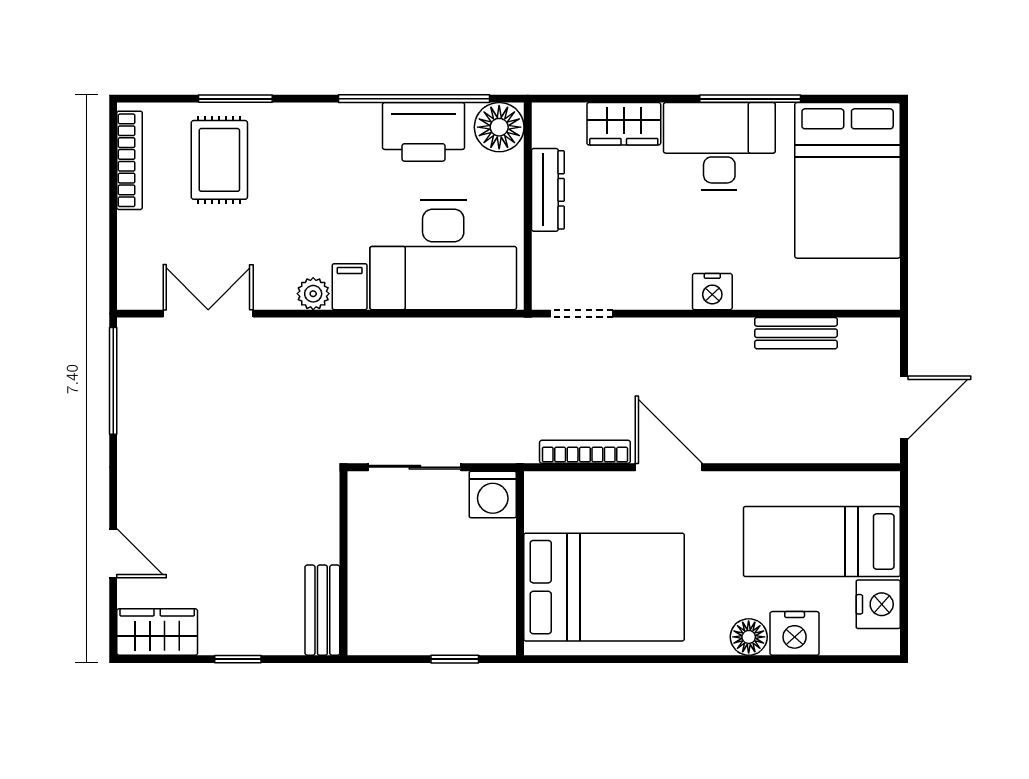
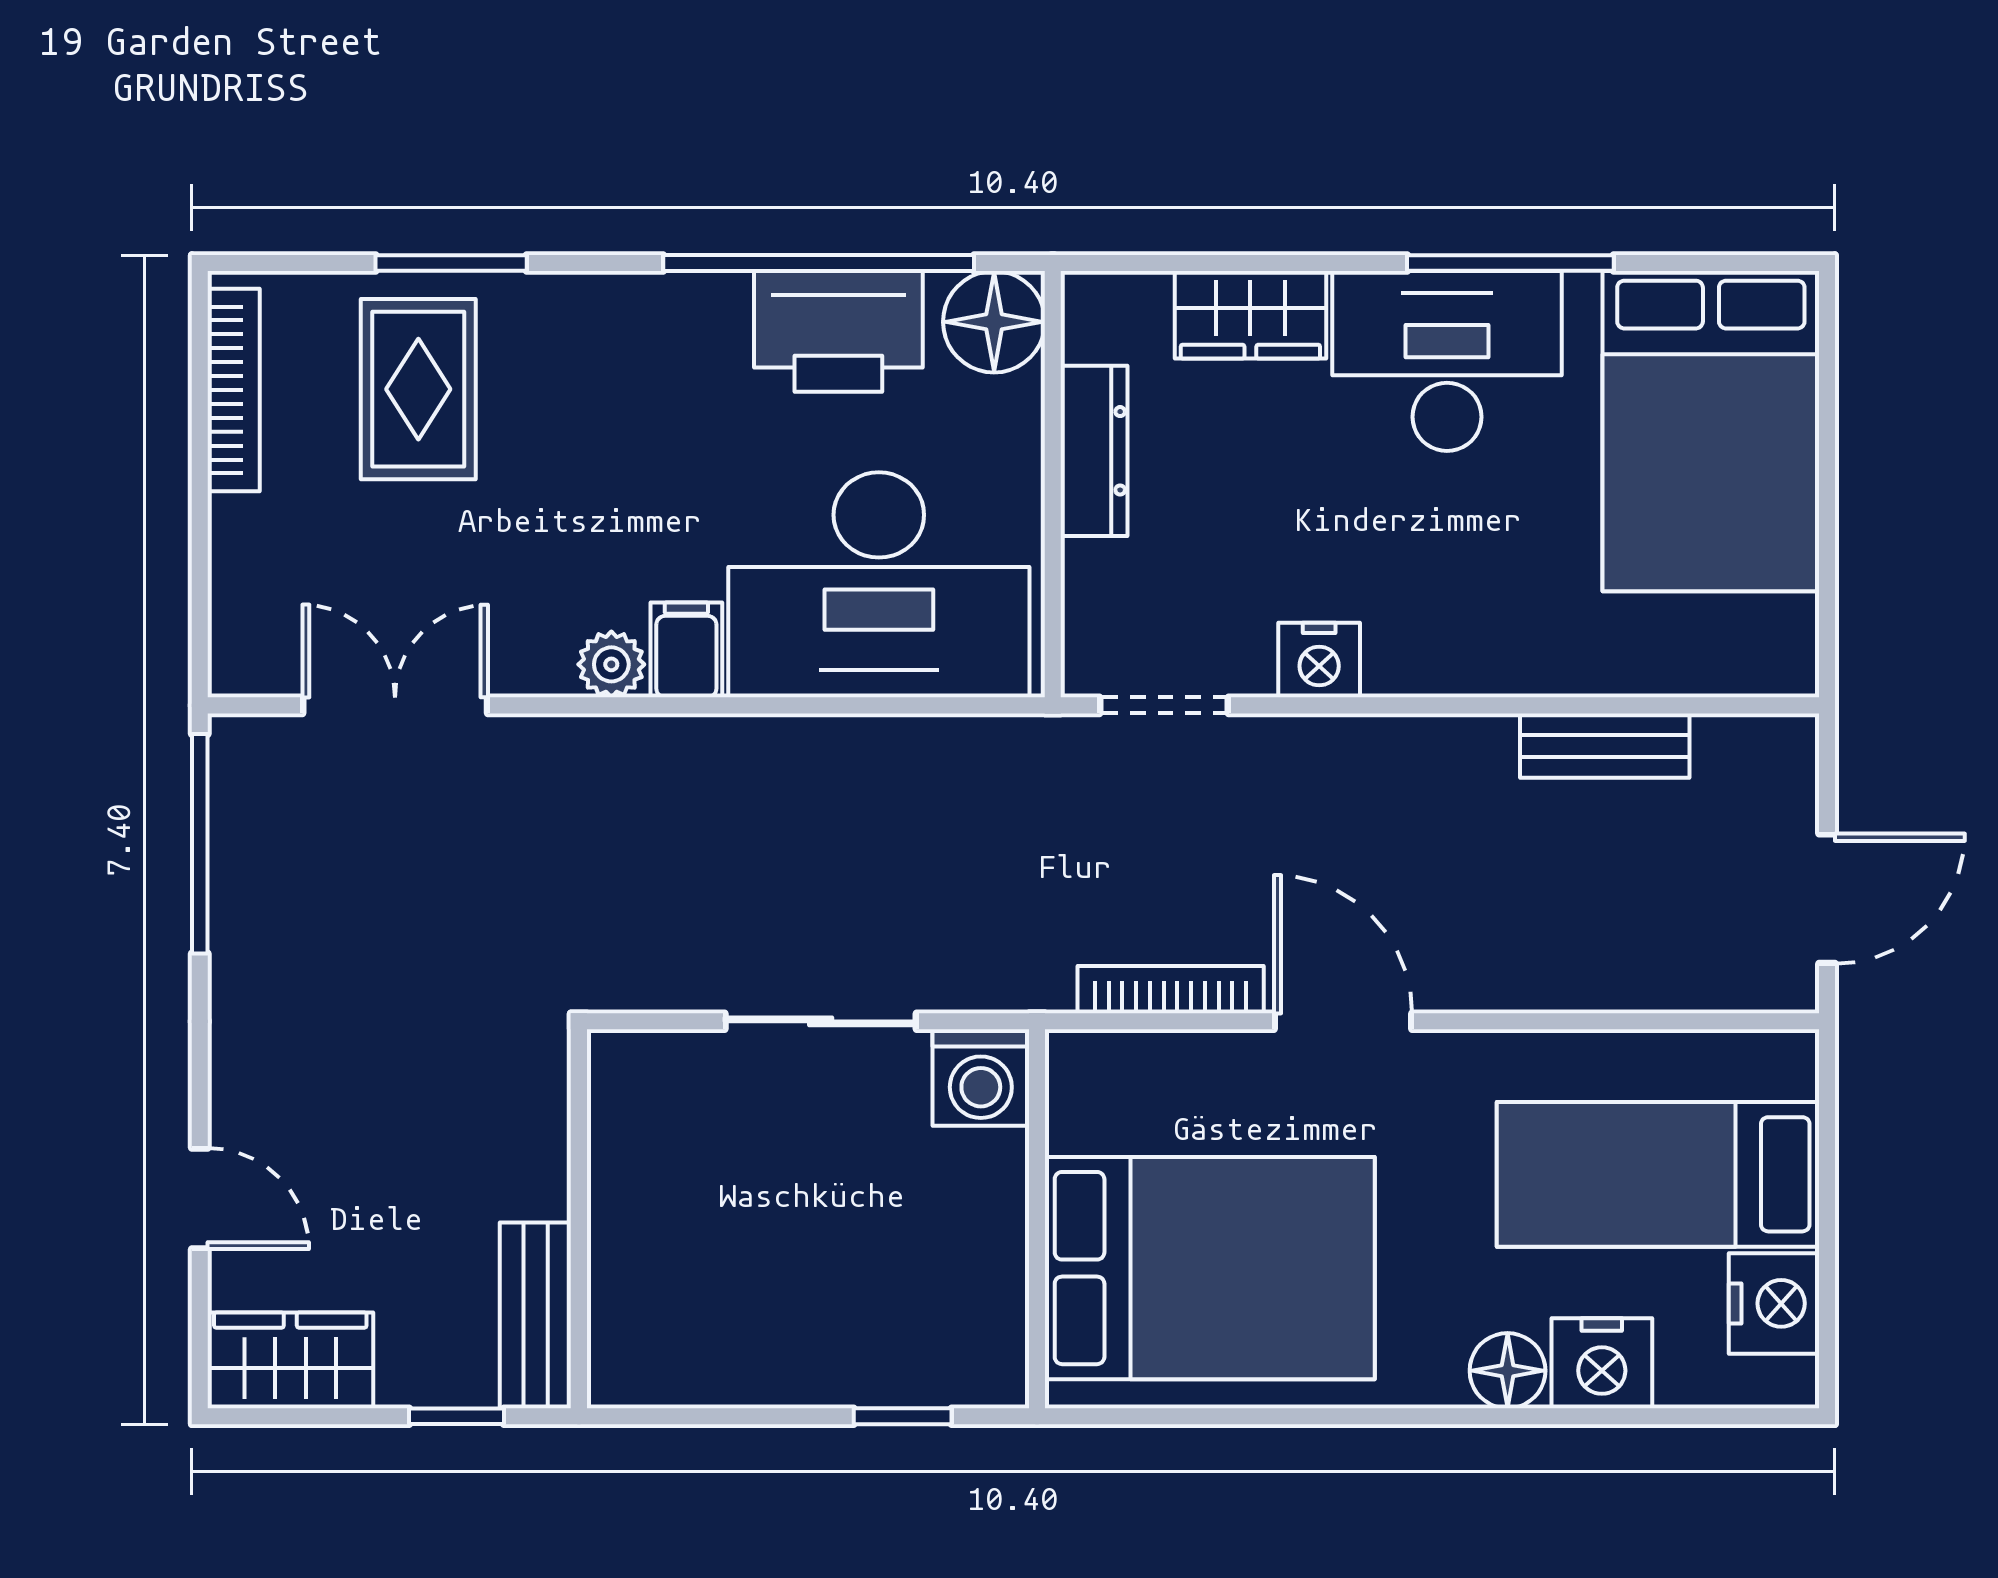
nightstand: (712, 292) -> (1319, 660), moved
wall: (343, 563) -> (579, 1219), moved
bench: (322, 610) -> (535, 1315), moved

